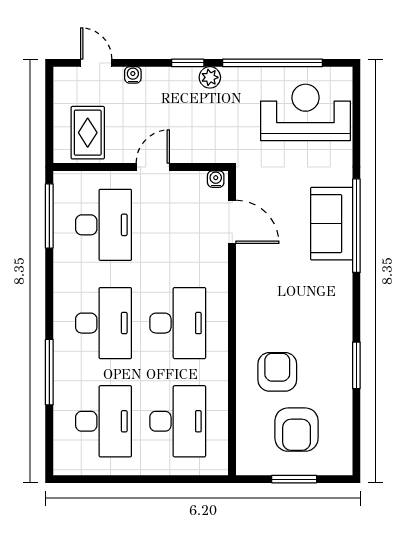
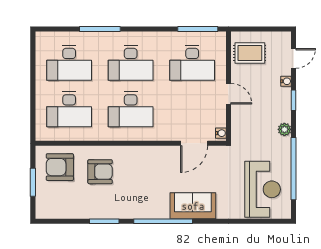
window: (188, 63) -> (294, 100), moved
window: (356, 226) -> (163, 221), moved
armchair: (297, 430) -> (60, 167), moved

